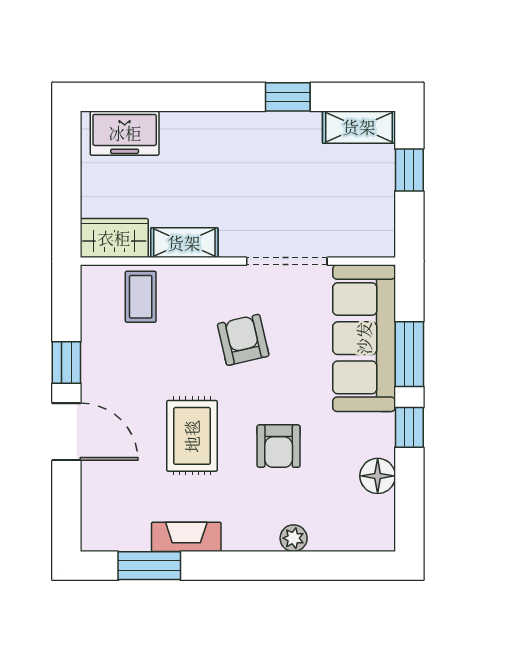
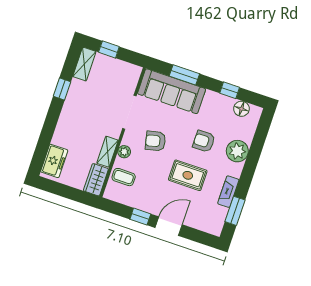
plant: (197, 279) -> (124, 152), added
window: (409, 427) -> (230, 90), moved
armchair: (279, 446) -> (204, 141), turned 180
floor lamp: (378, 476) -> (241, 109), moved
plant: (294, 538) -> (237, 151), width x1.88, depth x1.88

